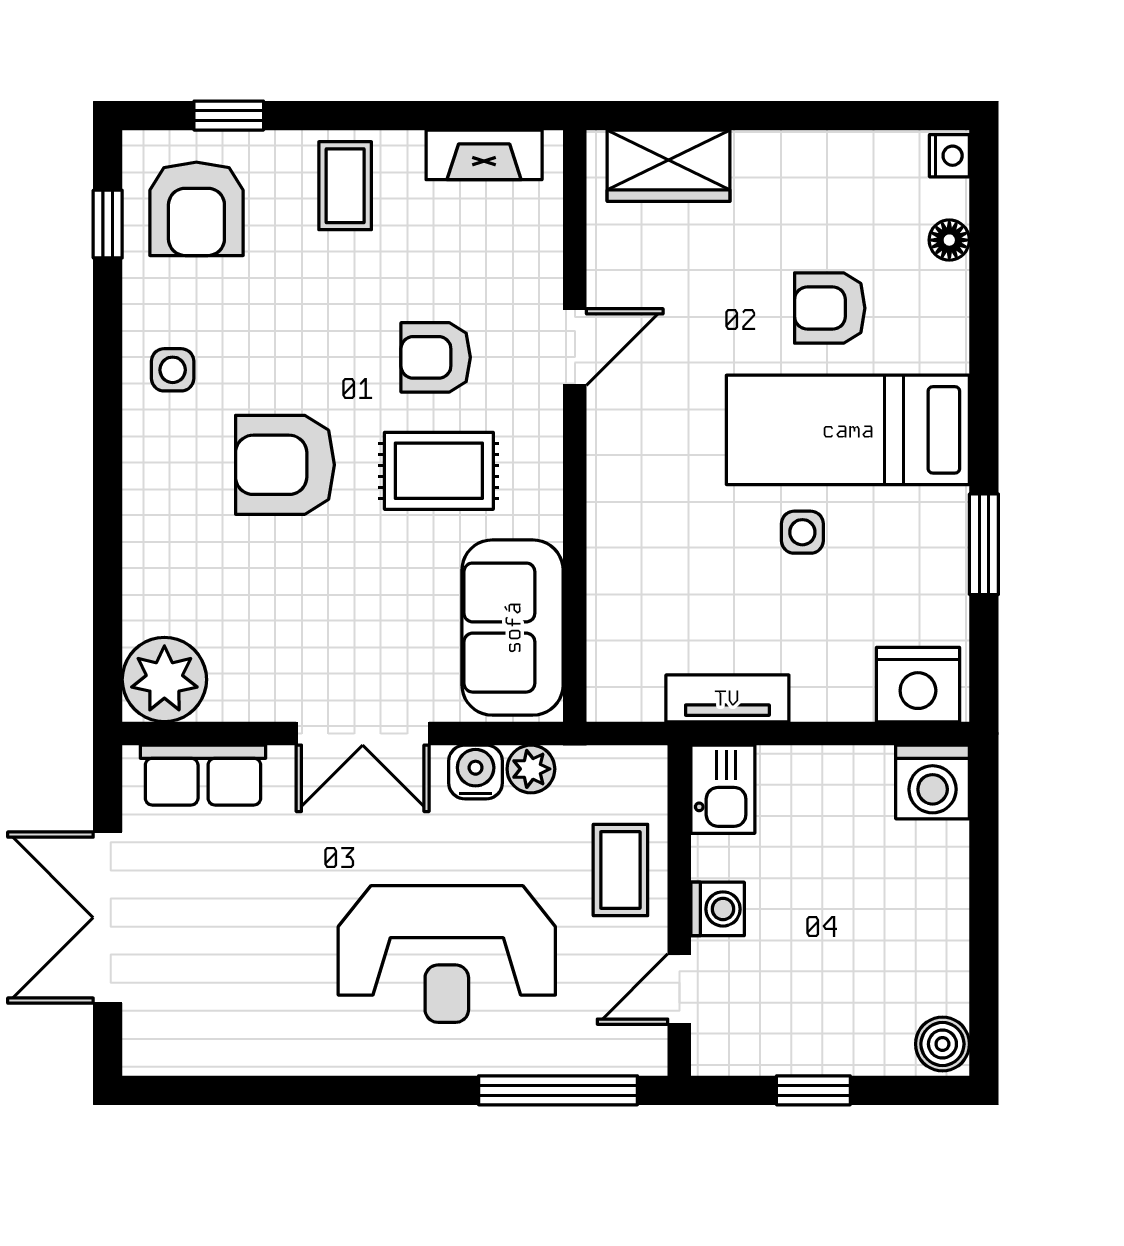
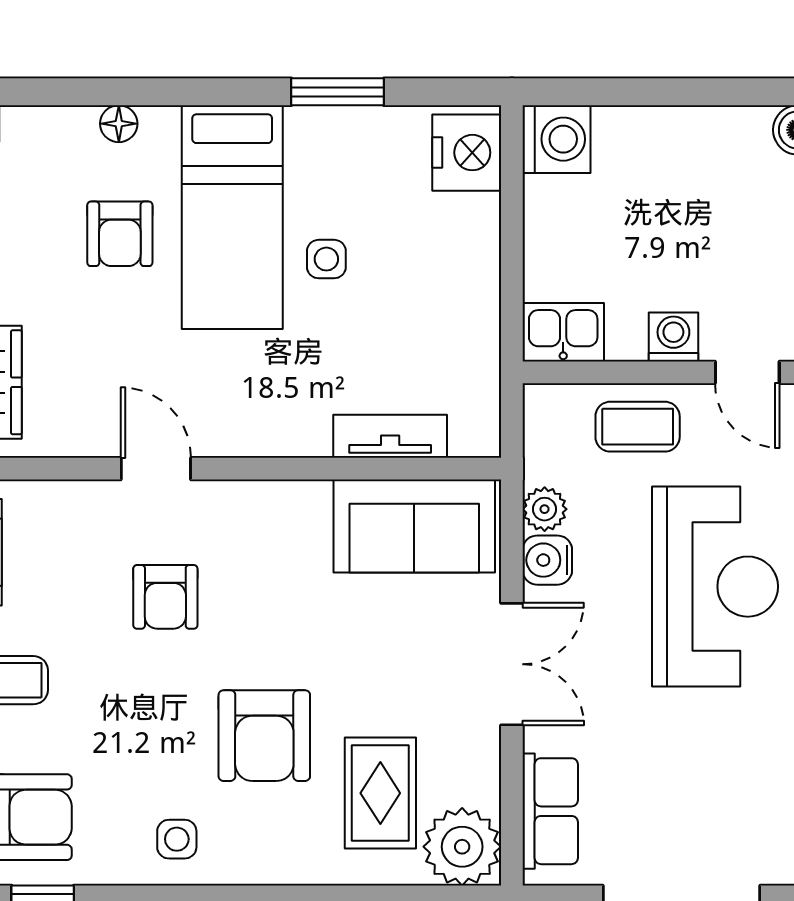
floor lamp: (949, 240) -> (119, 124), moved
rug: (439, 471) -> (380, 793), moved
tv unit: (727, 698) -> (390, 436), moved, turned 90

